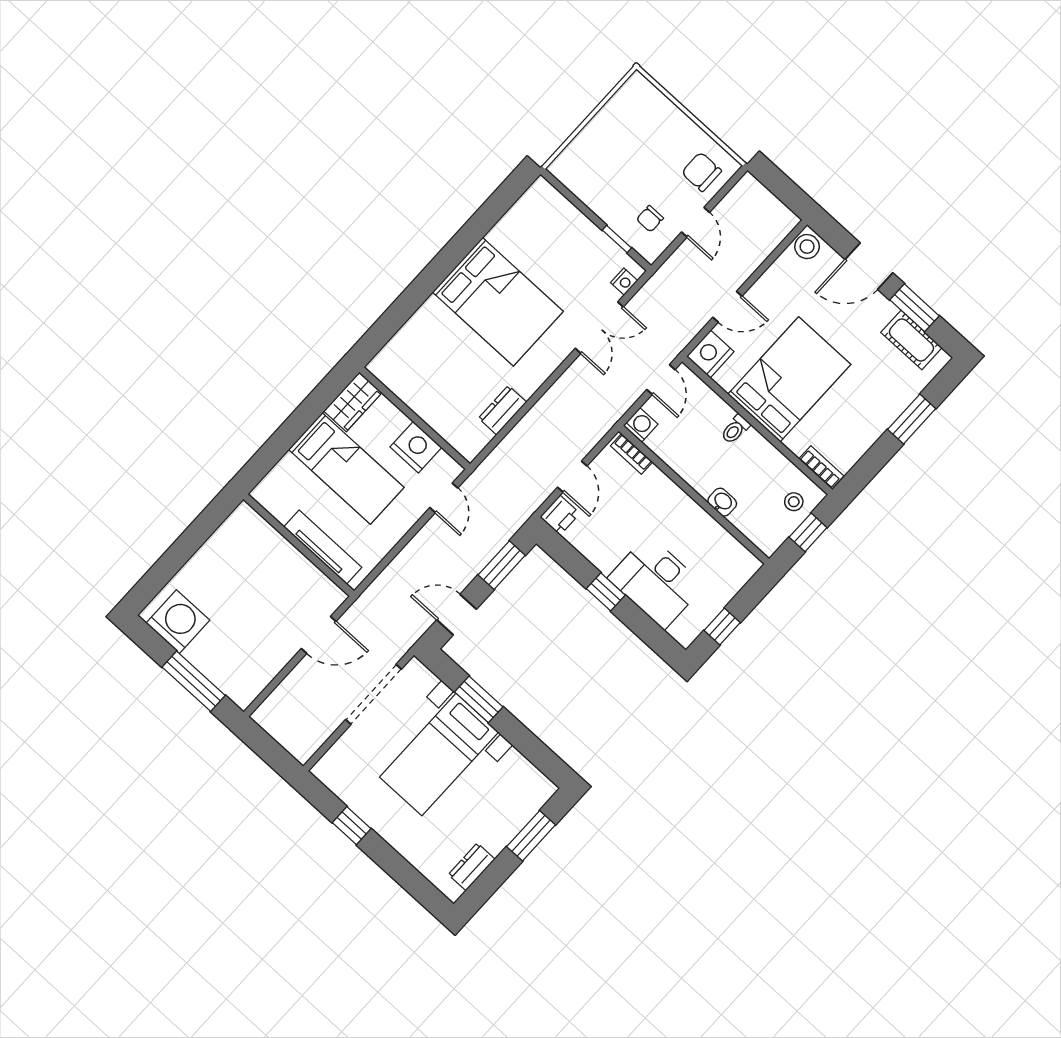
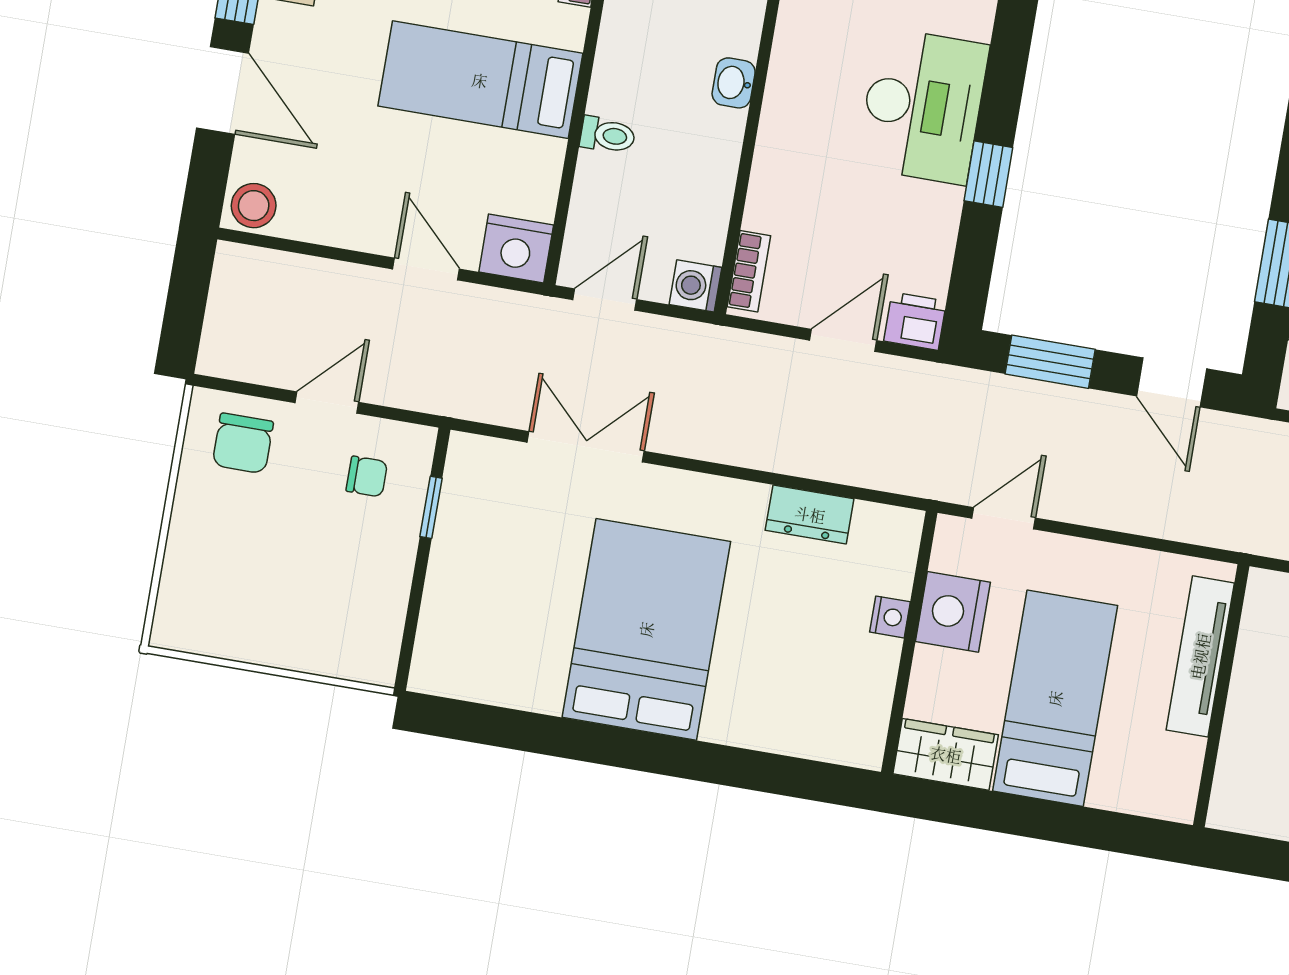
nightstand: (624, 282) -> (890, 617), moved, turned 90
bed: (789, 379) -> (480, 80), width x0.67

